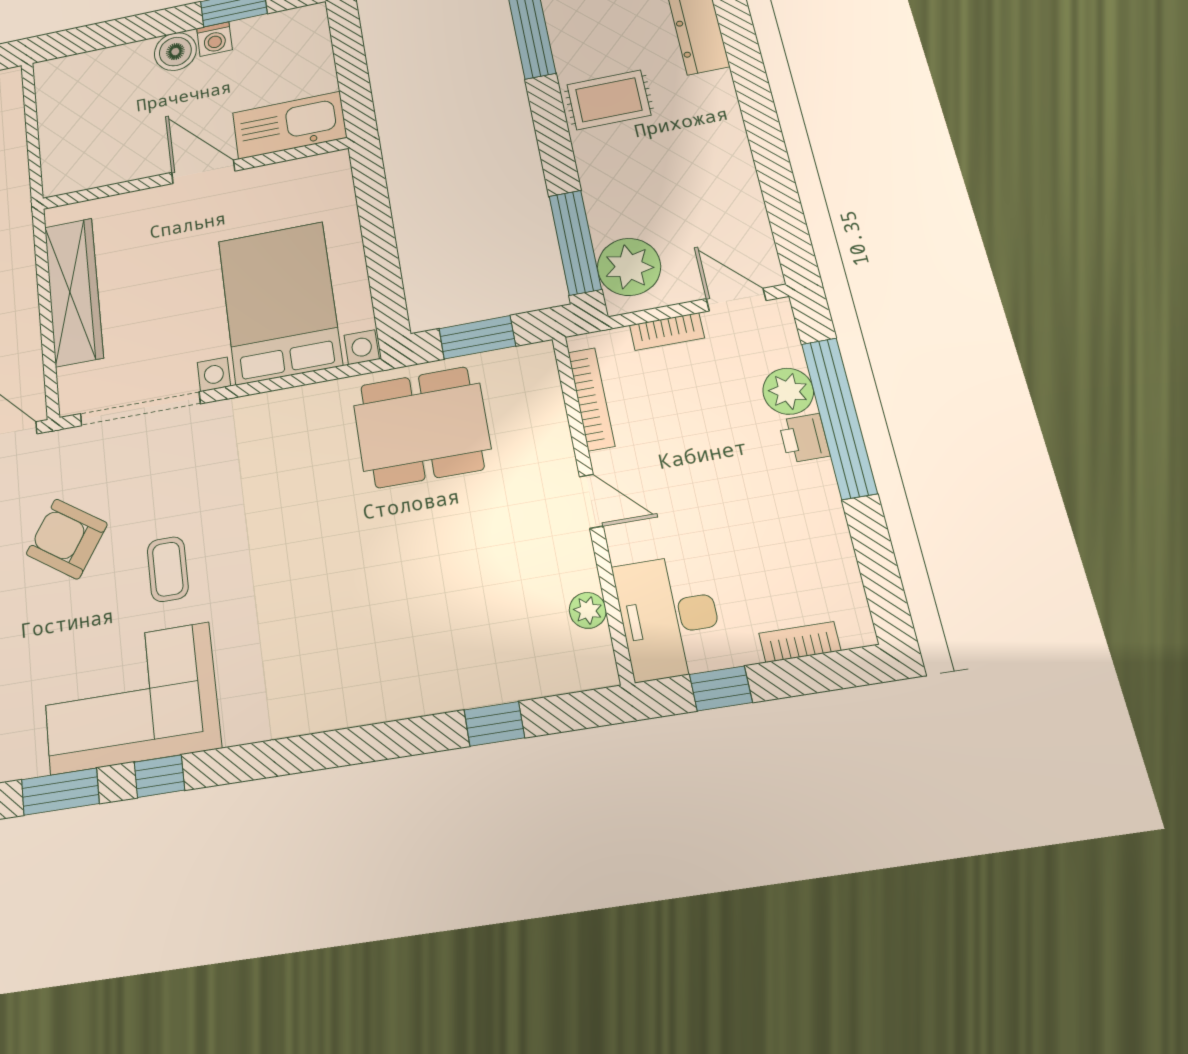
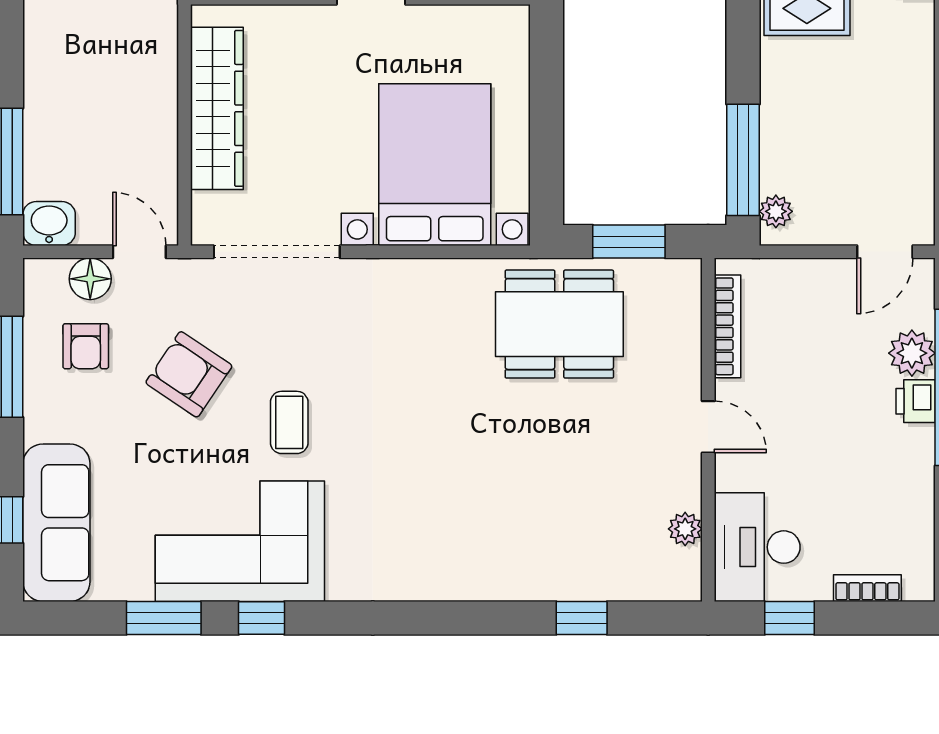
plant: (629, 267) -> (776, 211), width x0.53, depth x0.53
door: (736, 300) -> (885, 252), swing flipped
bookcase: (667, 332) -> (813, 272), removed

